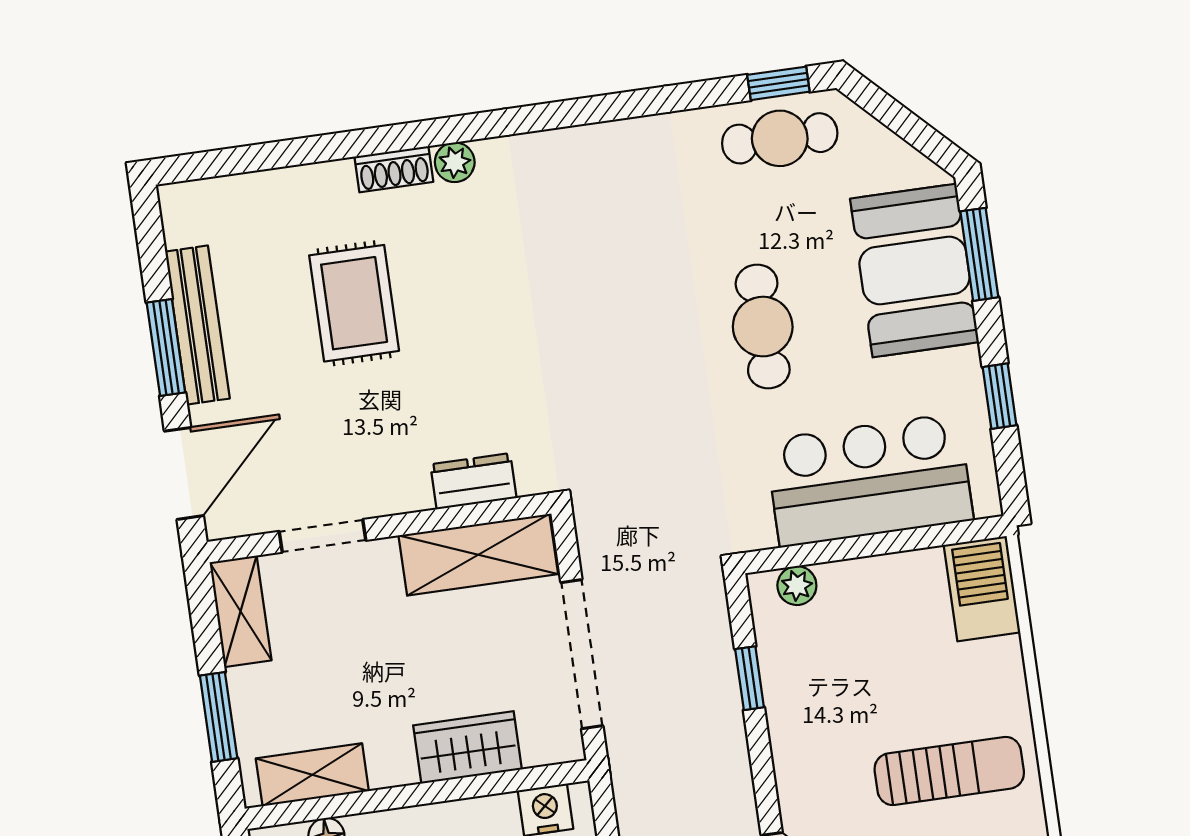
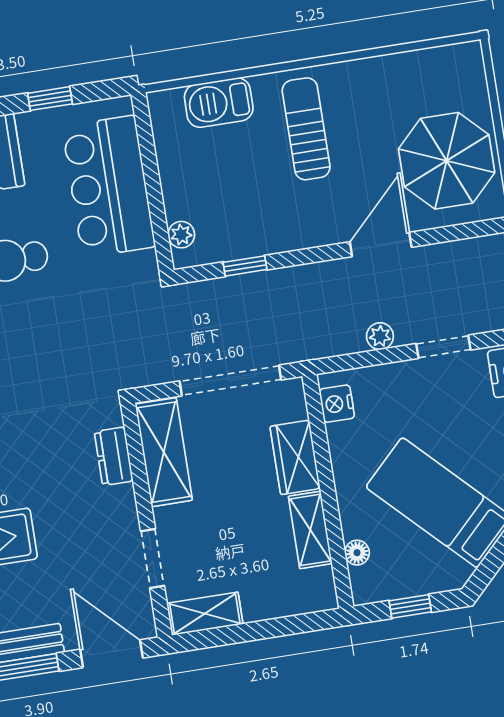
barbecue: (982, 589) -> (219, 103), moved
window: (219, 717) -> (277, 627), removed
shelving: (312, 775) -> (310, 530), moved

